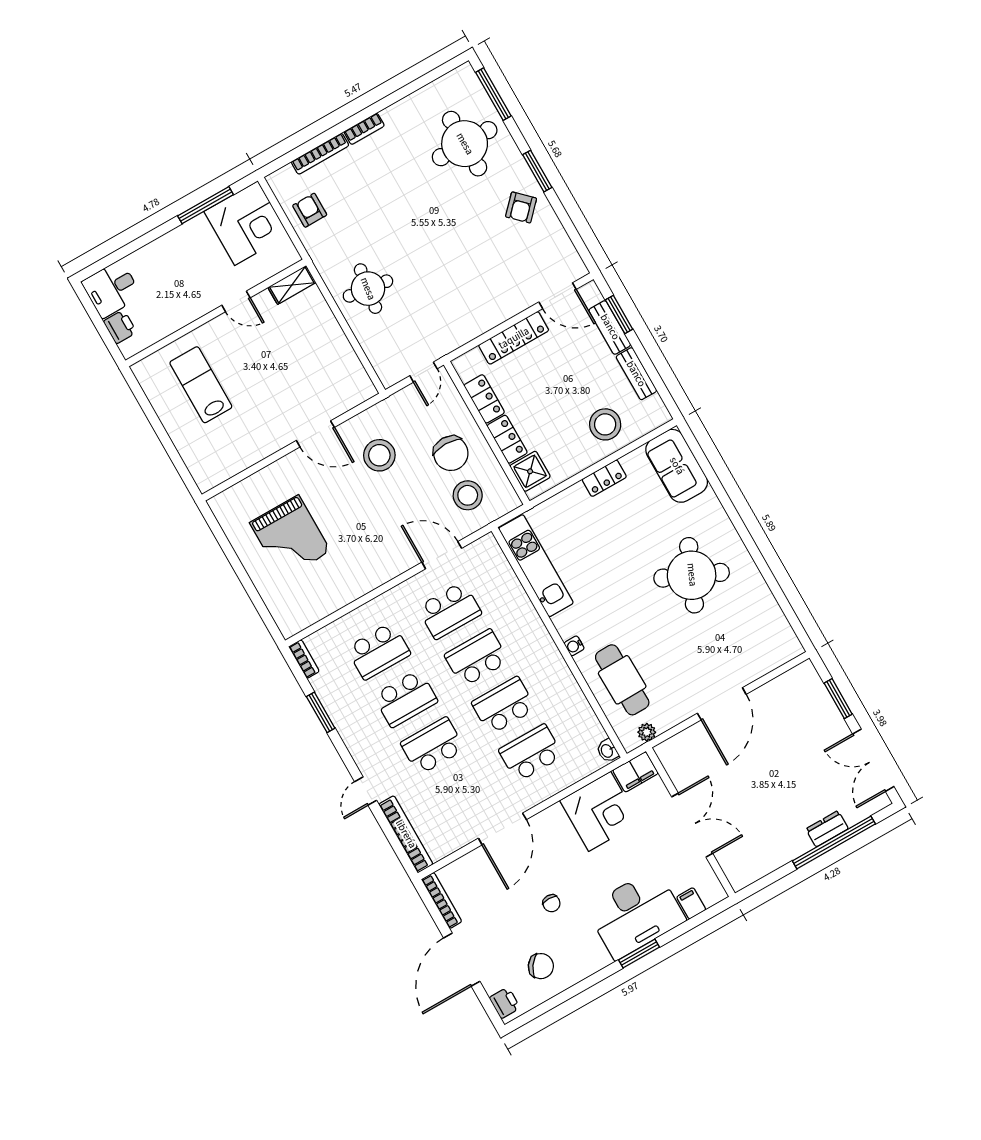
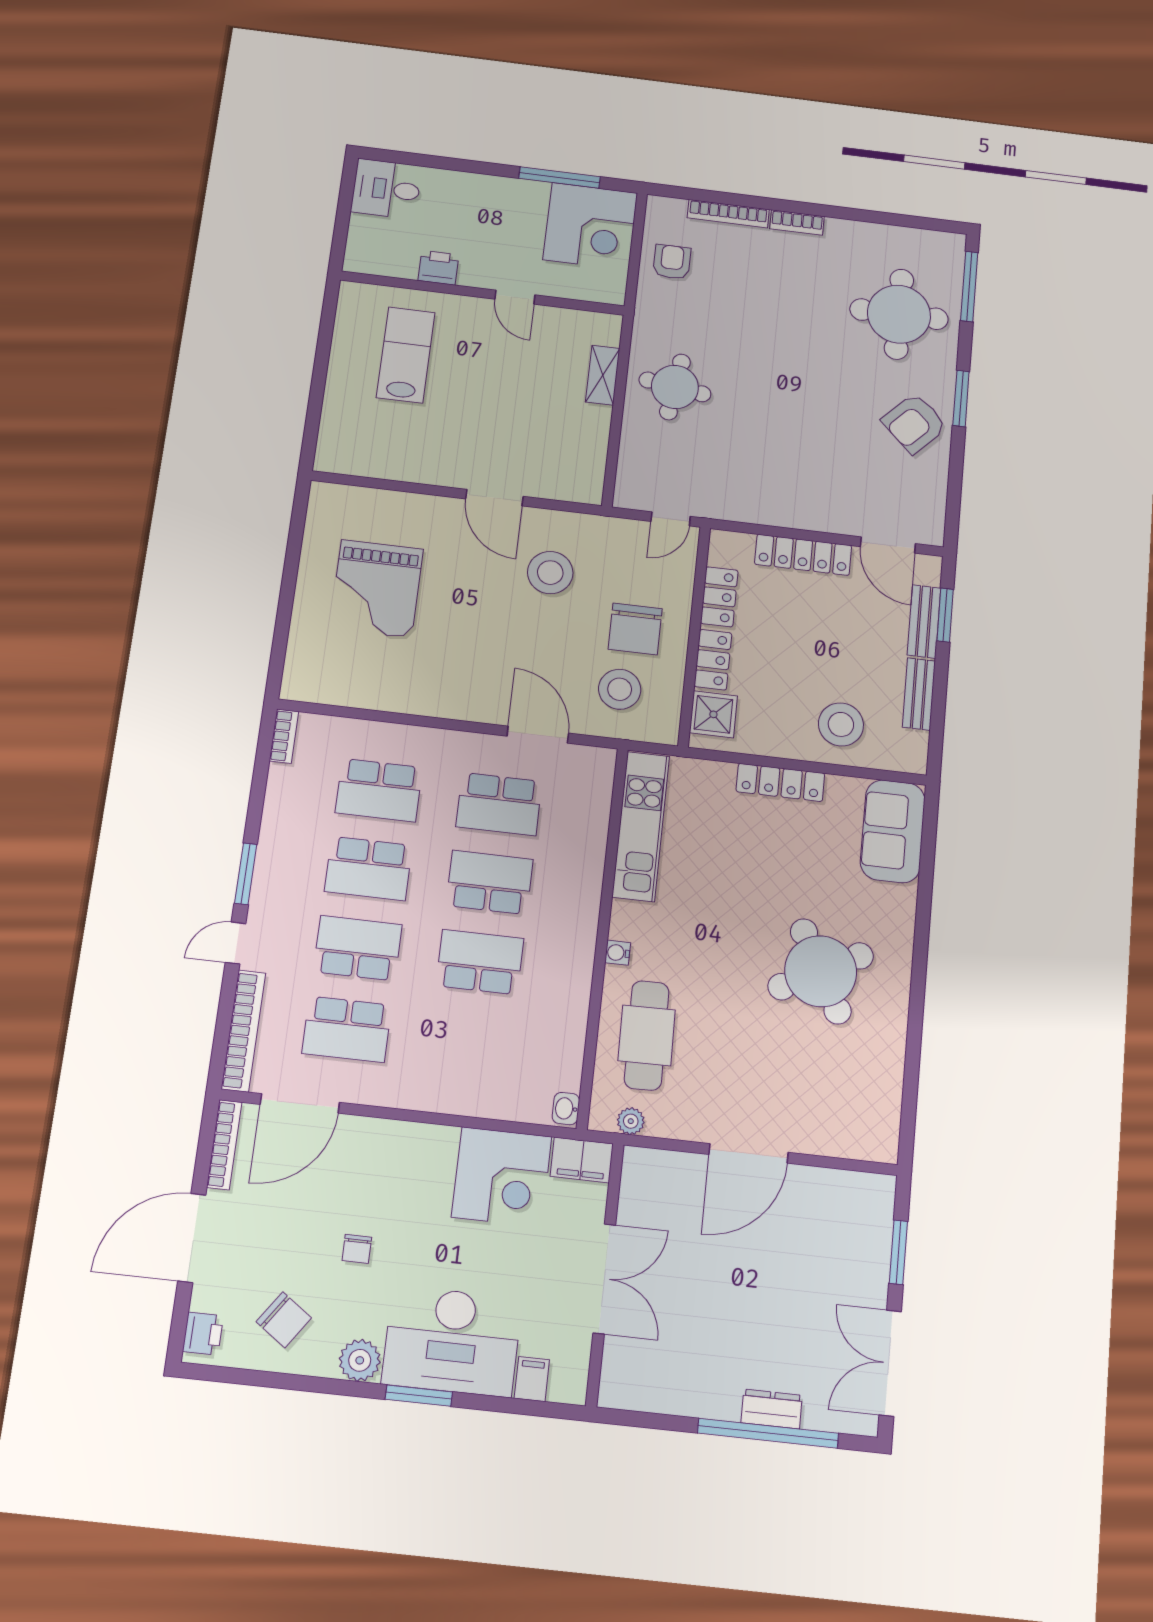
armchair: (521, 207) -> (914, 423), width x1.38, depth x1.38
shelving: (292, 285) -> (603, 375), moved, turned 90
printer: (120, 327) -> (438, 268), moved, turned -90
locker: (604, 478) -> (780, 782), width x1.53
round table: (692, 575) -> (821, 971), turned 38
window: (321, 712) -> (246, 874), moved
school desk: (531, 753) -> (347, 1029), moved, turned 180
door: (502, 829) -> (300, 1103), moved
plant: (595, 958) -> (360, 1360), added

